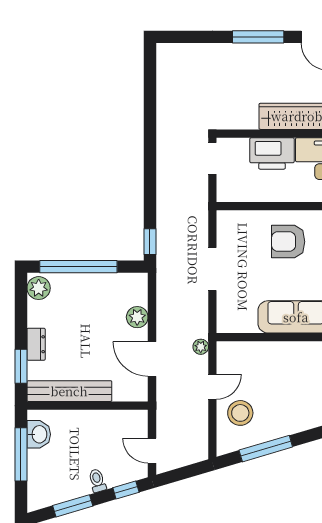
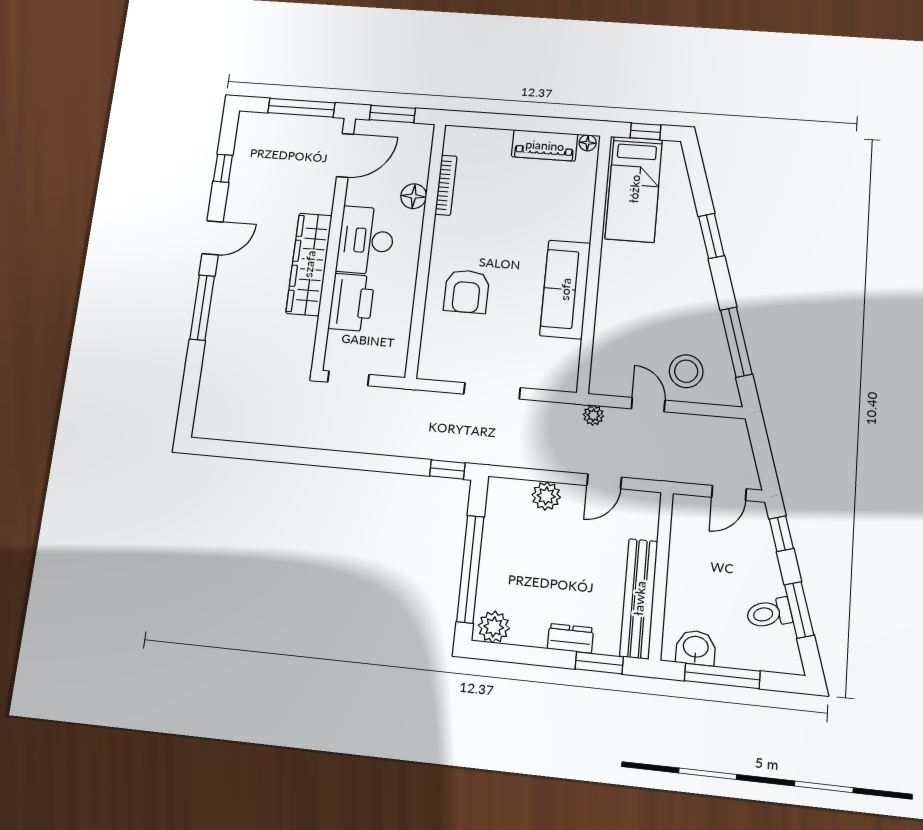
door: (152, 359) -> (604, 481), width x0.73
toilet: (97, 481) -> (769, 613), moved, width x1.37, depth x1.39

